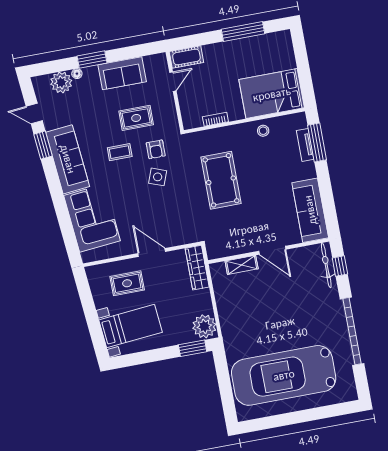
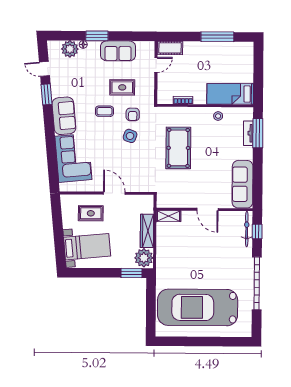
bed: (272, 94) -> (230, 94), width x0.67
sofa: (68, 159) -> (64, 116), width x0.73
shelving: (242, 265) -> (168, 216), moved
wardrobe: (197, 268) -> (147, 231), moved

